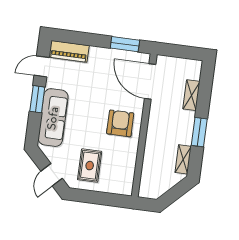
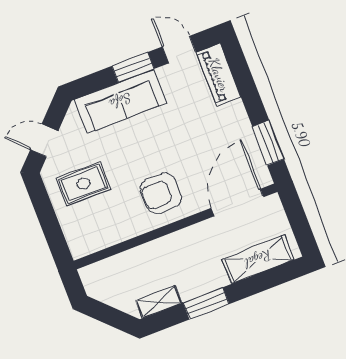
shelving: (191, 95) -> (258, 259), width x1.50, depth x1.33
armchair: (120, 123) -> (161, 193), turned 180

